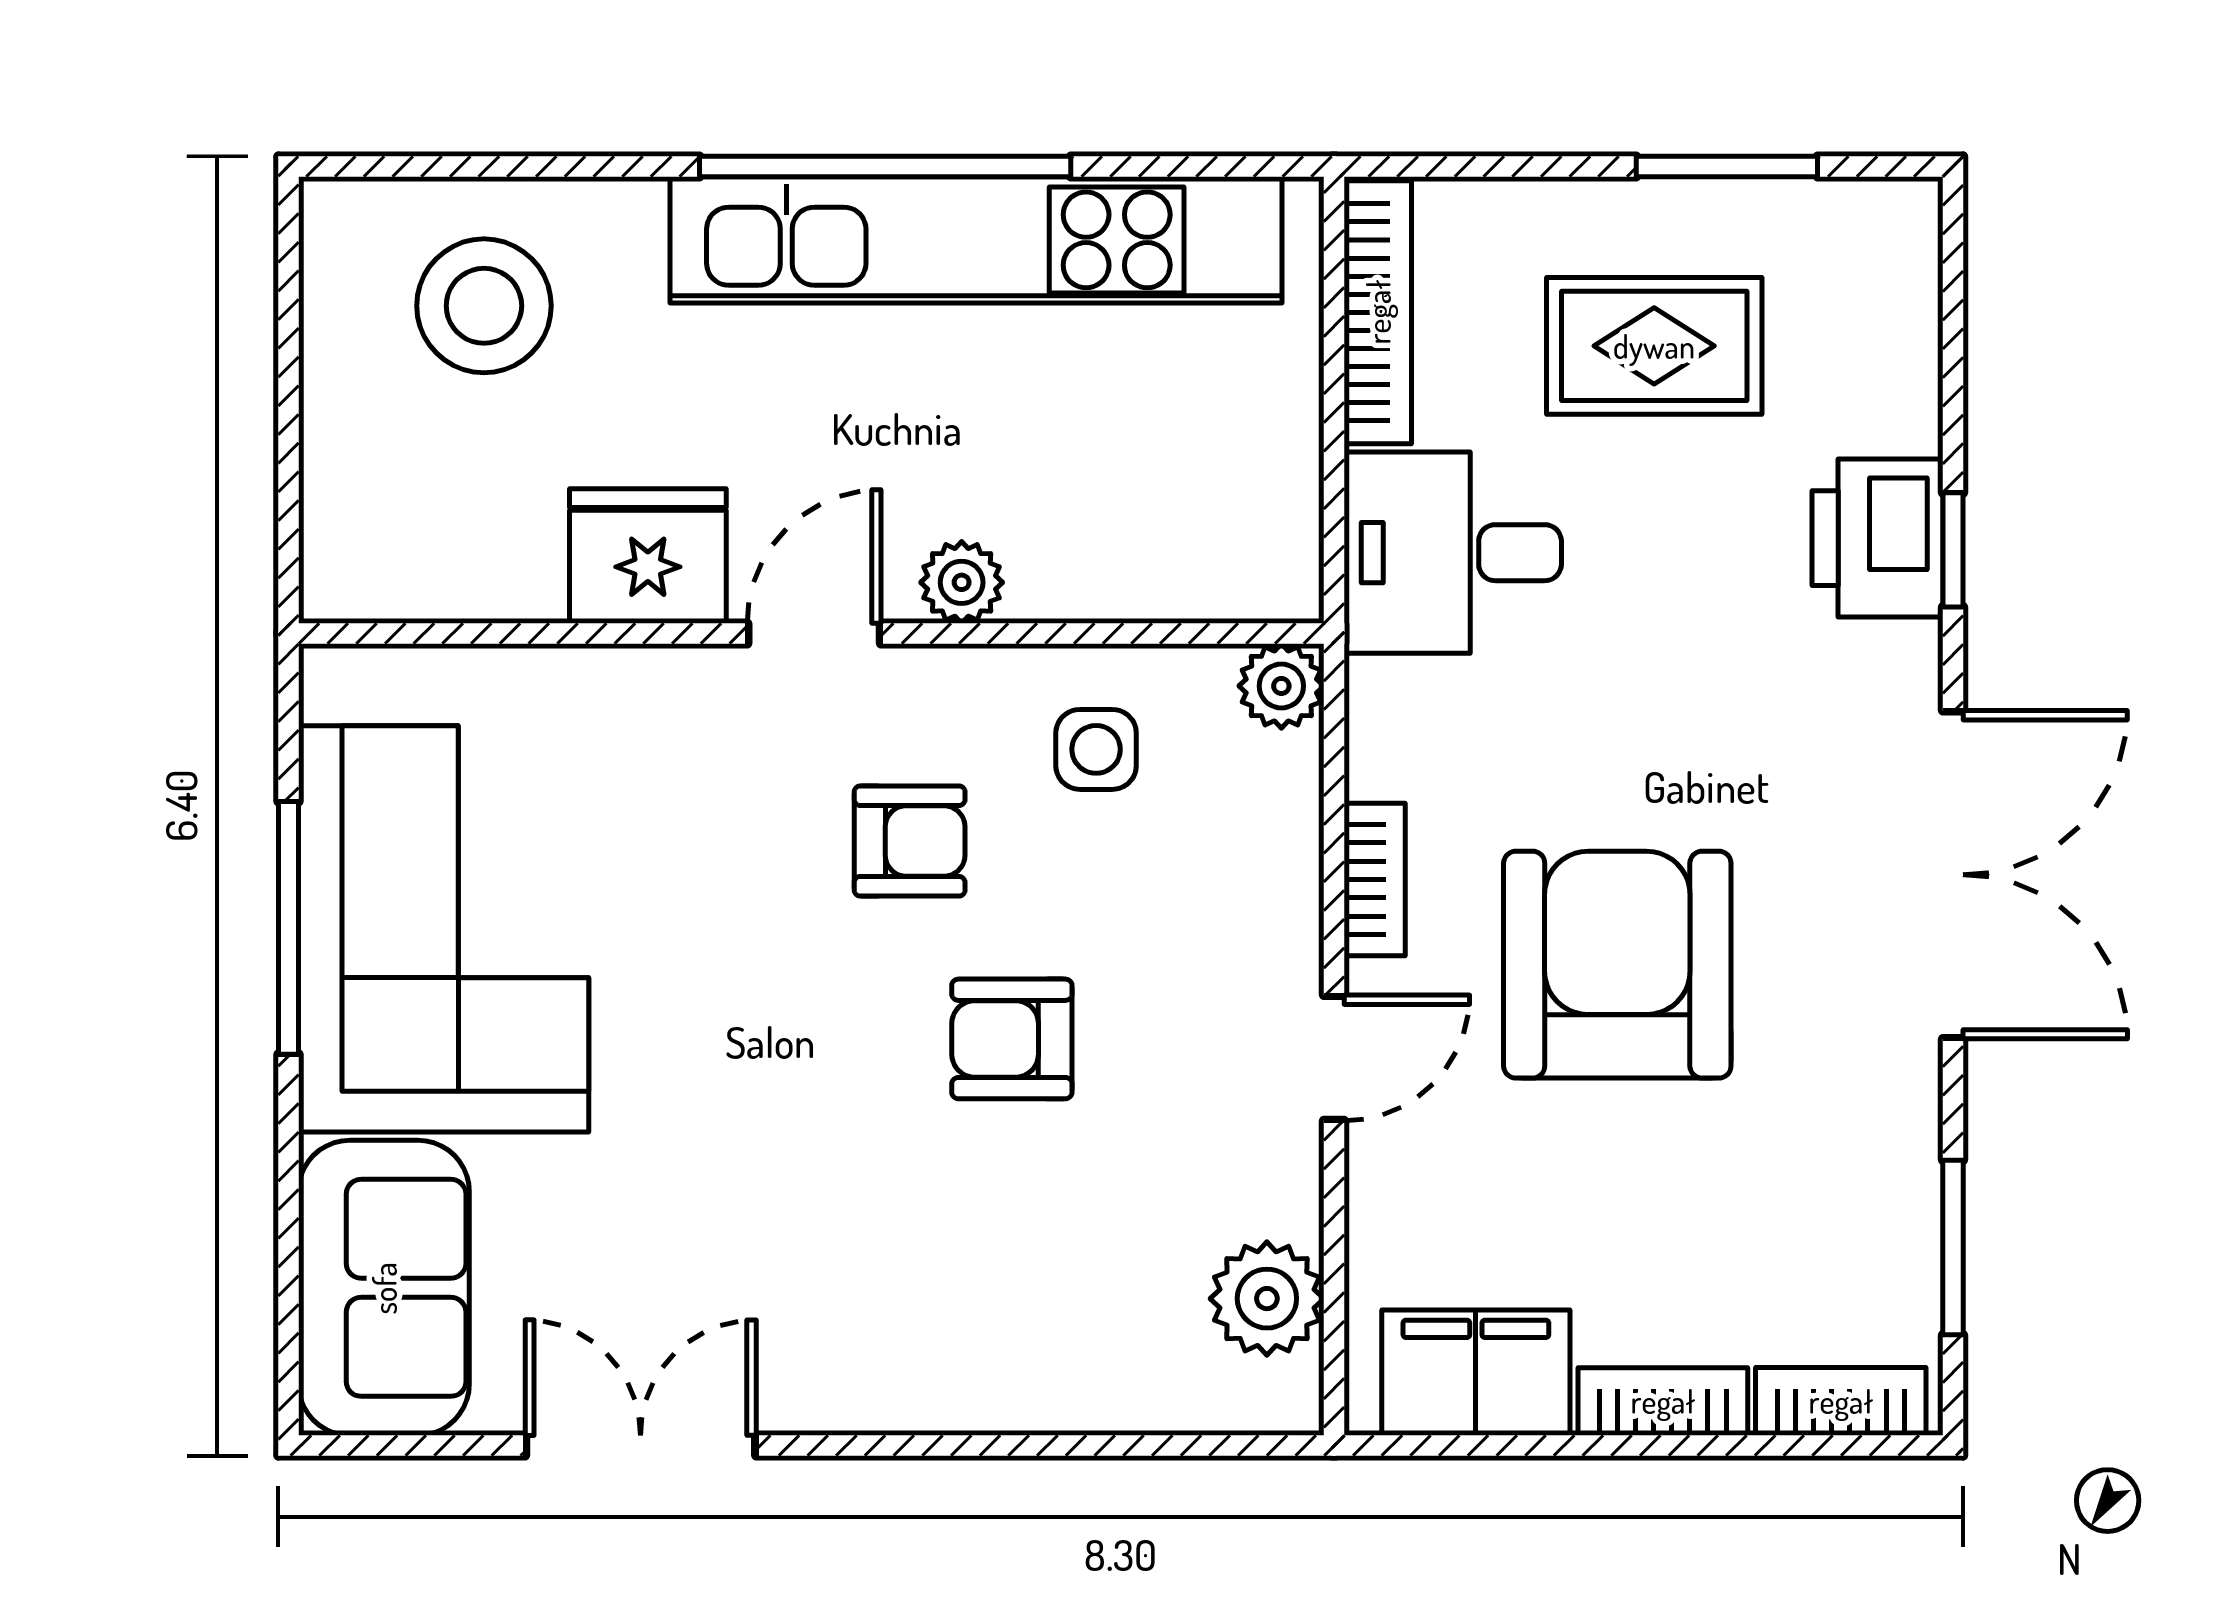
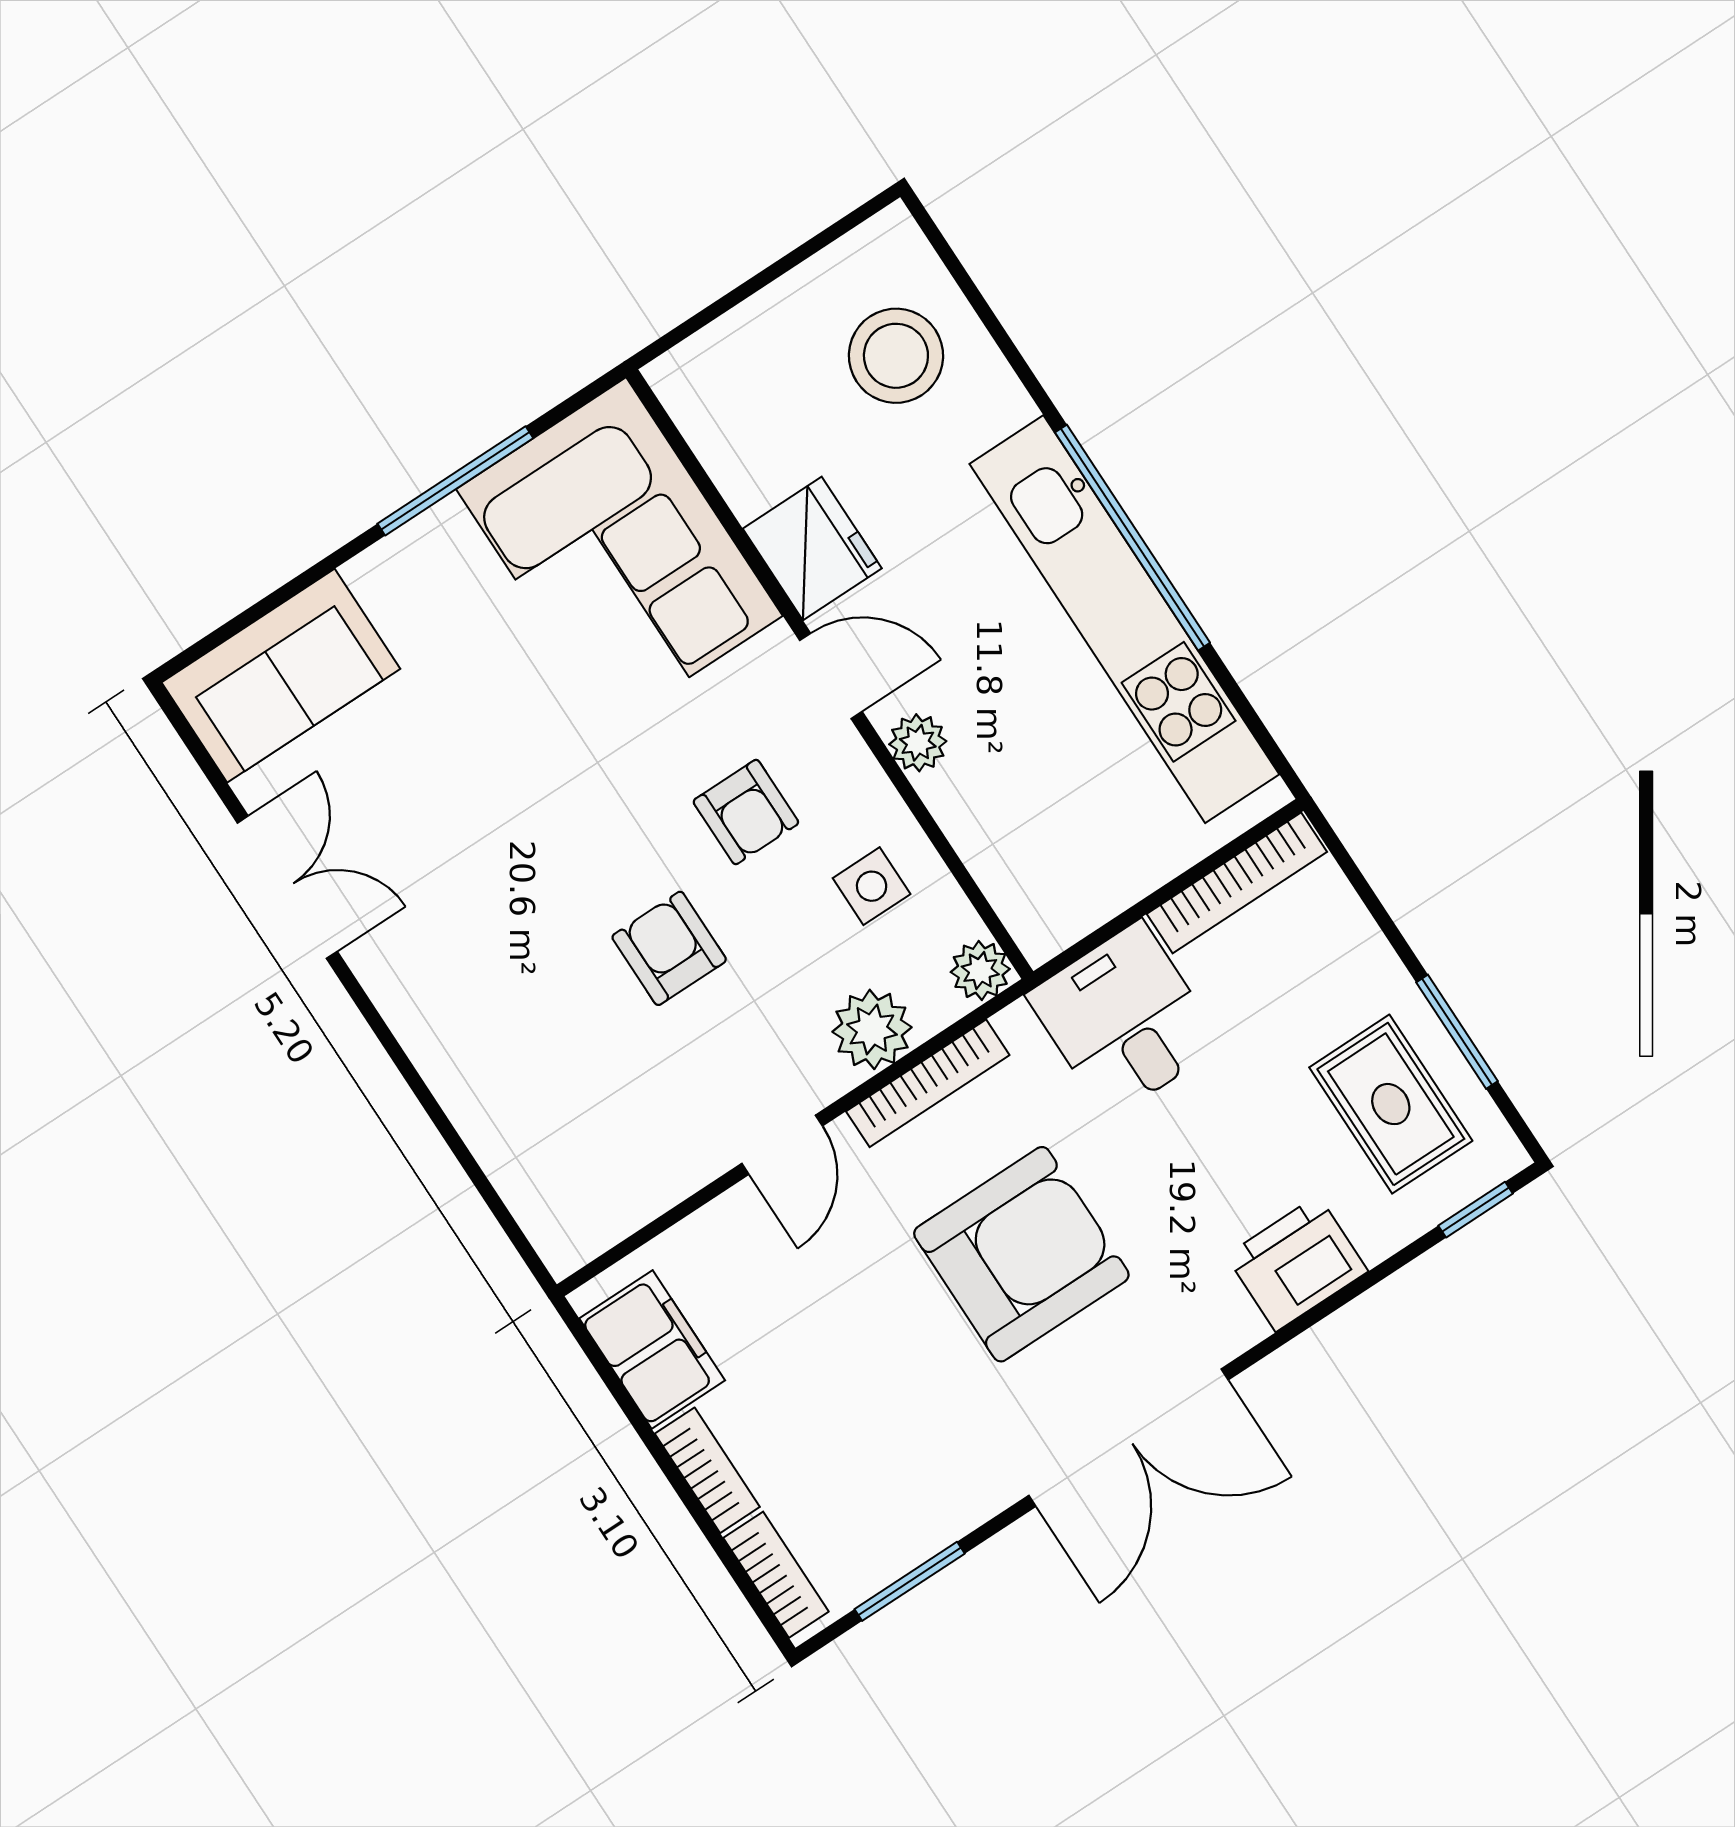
rug: (1654, 346) -> (1391, 1104), moved
window: (1953, 550) -> (1476, 1210), moved
bookcase: (1375, 880) -> (928, 1083), width x1.56
corner sofa: (444, 929) -> (619, 552), moved, turned 90
armchair: (1617, 965) -> (1021, 1254), moved
door: (1334, 1058) -> (782, 1145), hinge flipped
plant: (1267, 1299) -> (872, 1029), moved

